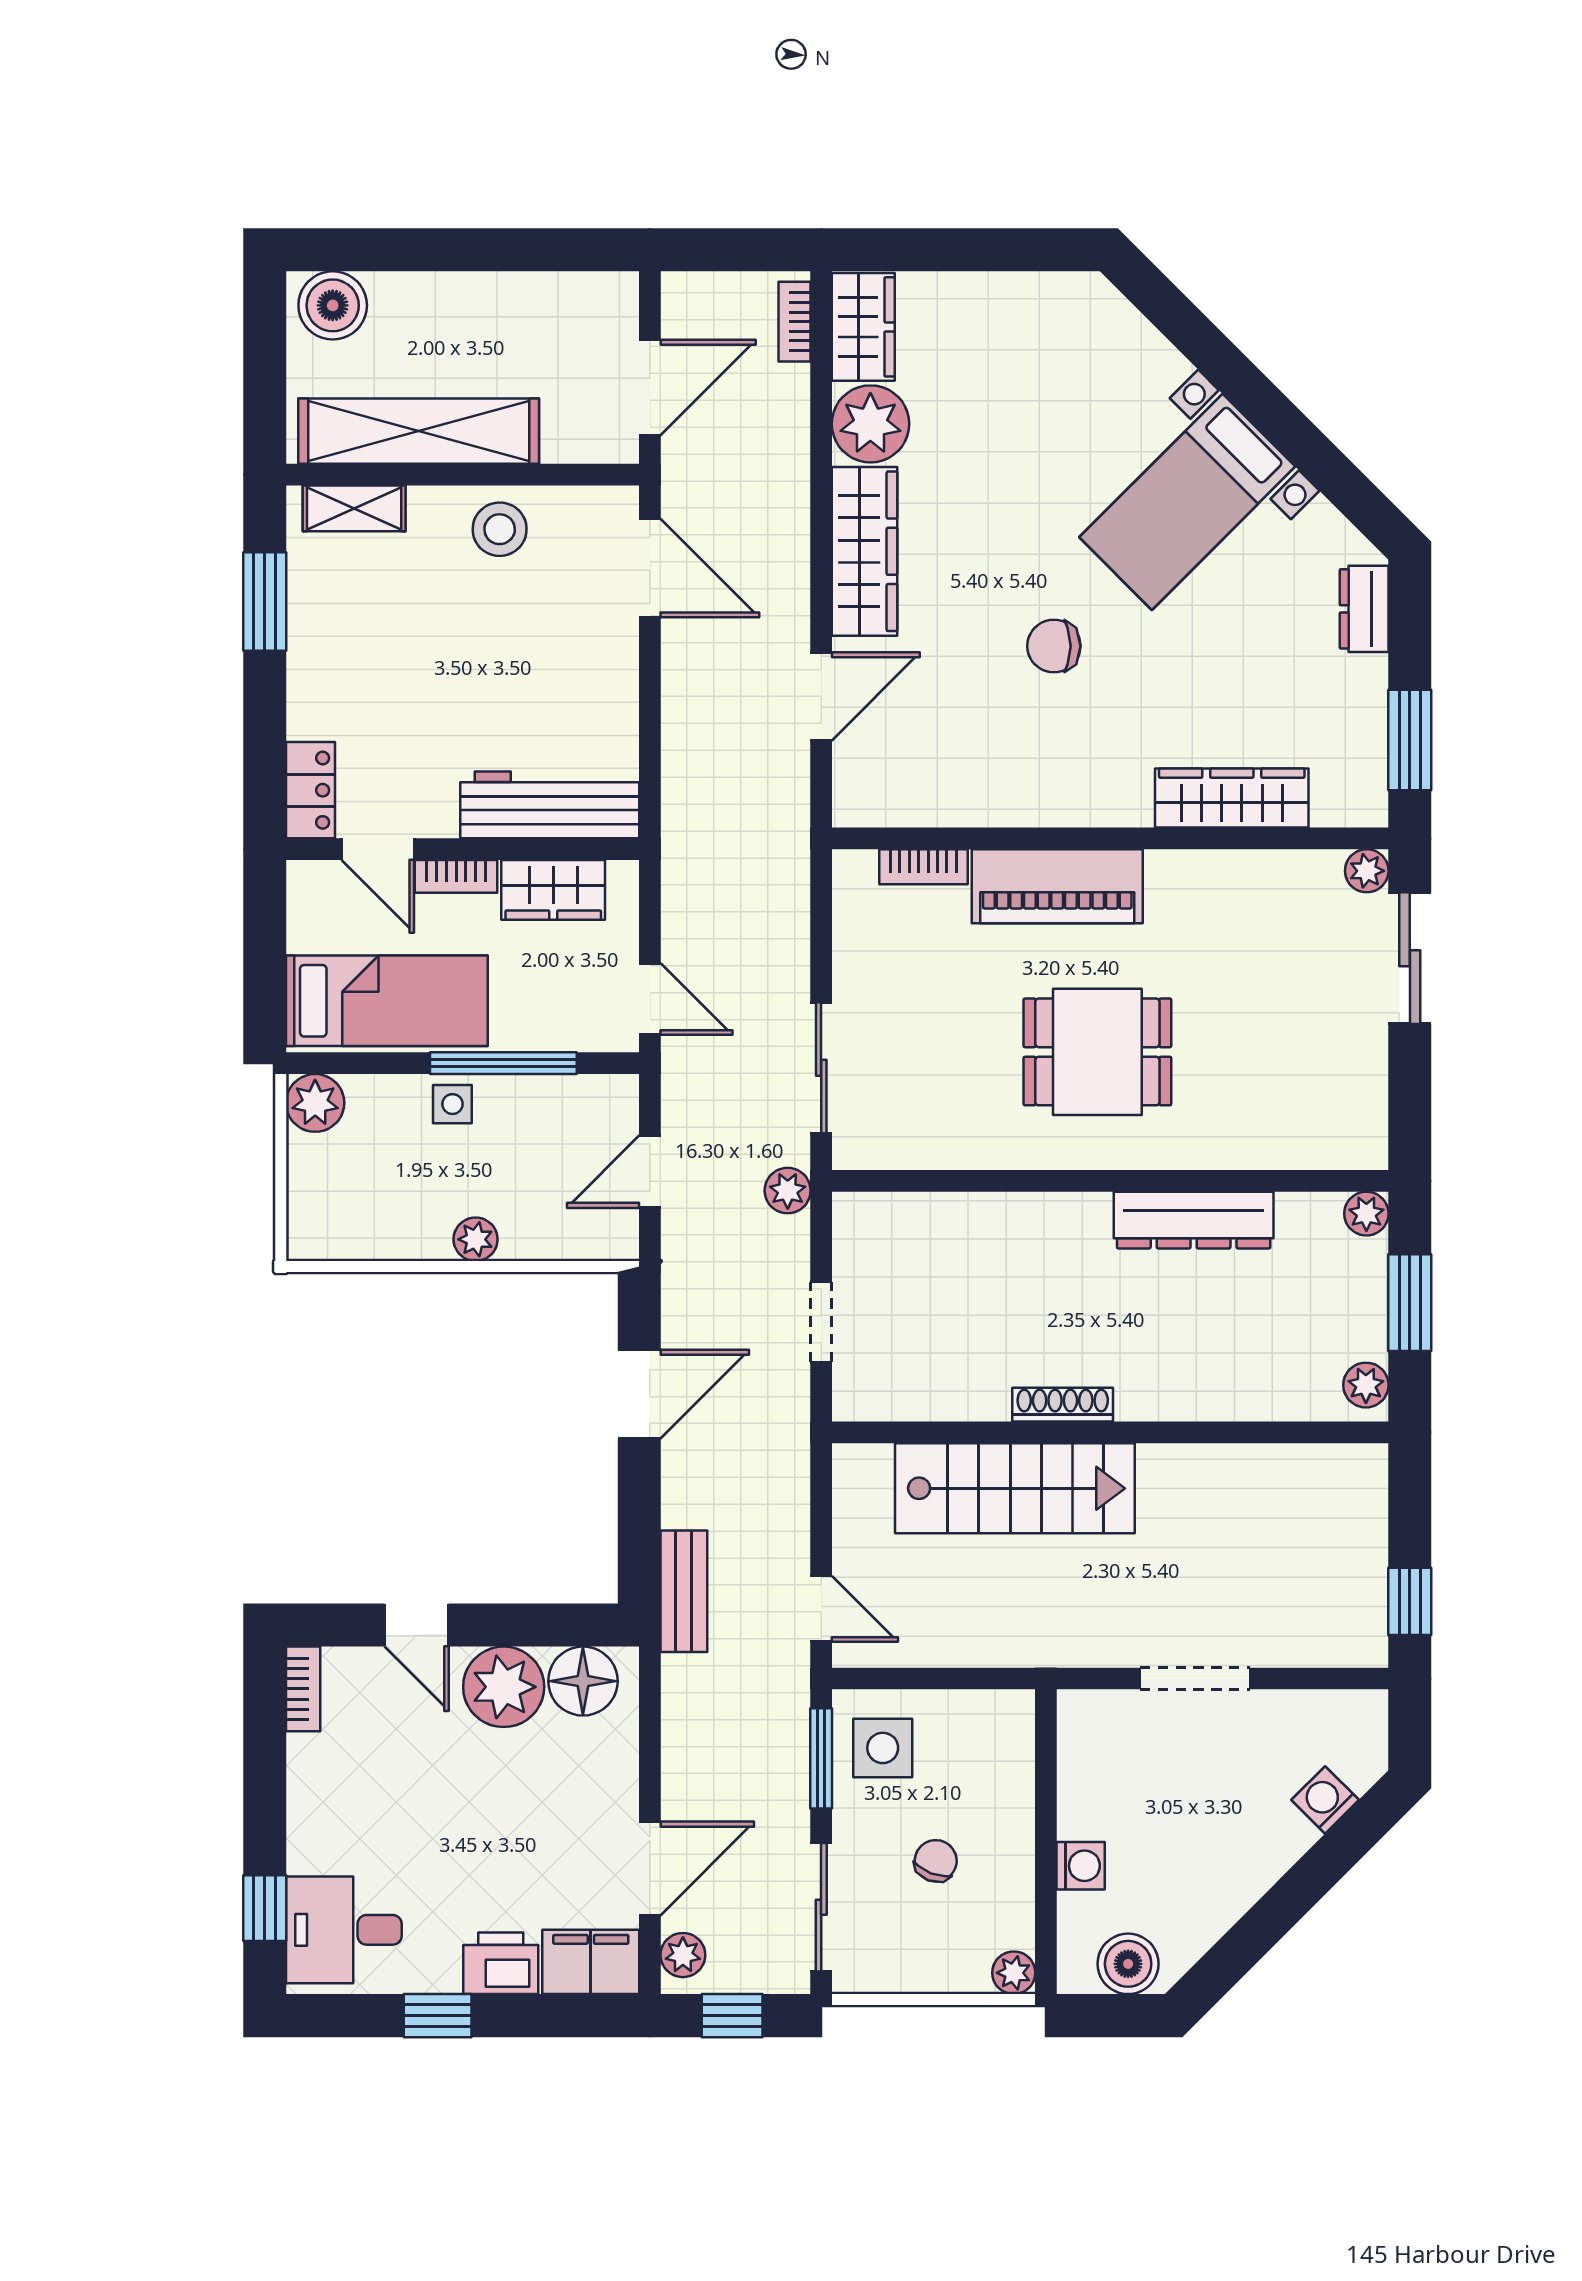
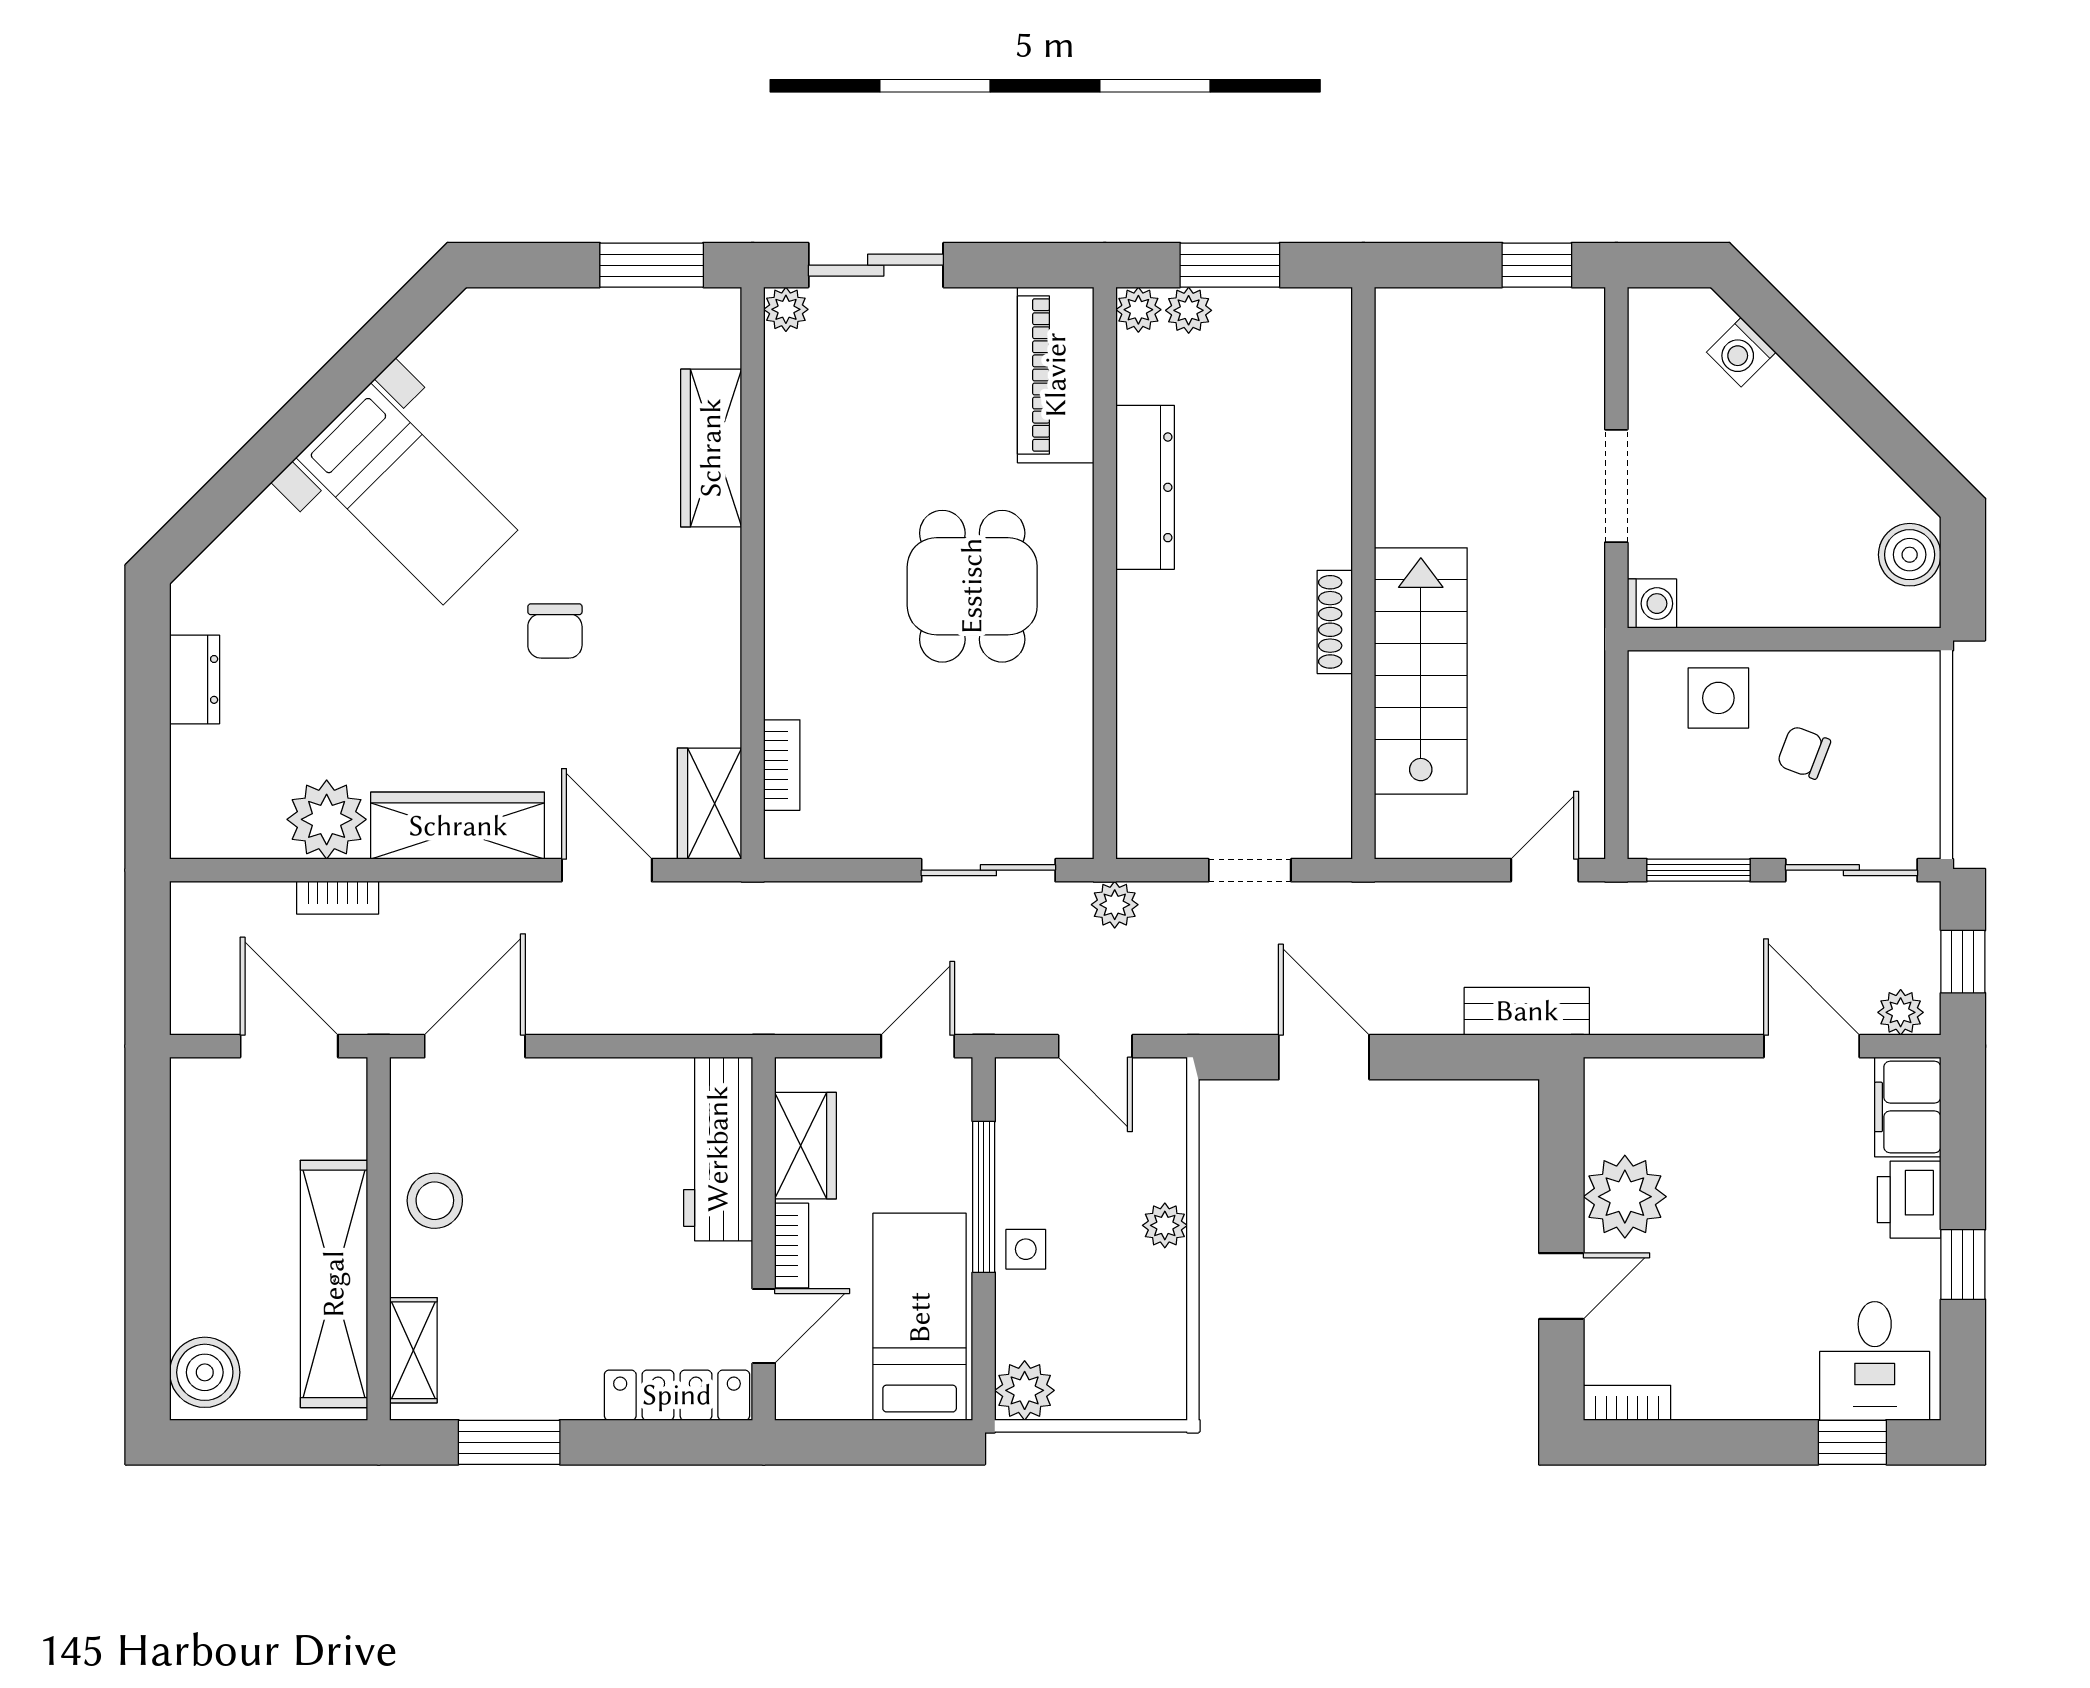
bookcase: (794, 322) -> (338, 898), moved
wardrobe: (863, 327) -> (709, 804), moved, turned -90
dresser: (1364, 609) -> (195, 679), moved, turned -90
locker: (310, 790) -> (677, 1395), width x1.53
piano: (1057, 886) -> (1056, 375), moved, turned 180
plant: (1366, 1385) -> (1189, 310), moved
floor lamp: (583, 1681) -> (1619, 1115), removed
side table: (883, 1748) -> (1718, 698), moved
washing machine: (1081, 1866) -> (1652, 604), moved, turned 90
plant: (1014, 1973) -> (1919, 672), removed

